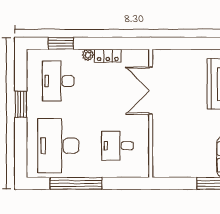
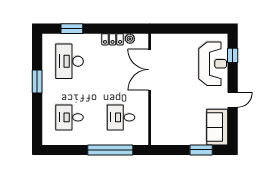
plant: (88, 55) -> (130, 39), moved
desk: (58, 146) -> (70, 117), width x0.53, depth x0.77
window: (76, 183) -> (110, 150), moved

